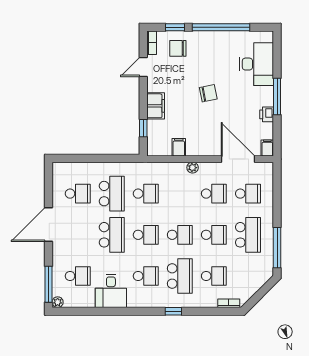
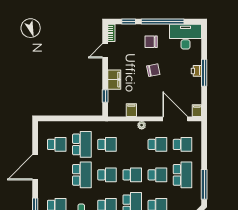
chair: (178, 48) -> (151, 42), moved
desk: (257, 64) -> (186, 37), moved, turned -90
printer: (267, 114) -> (196, 71), moved

